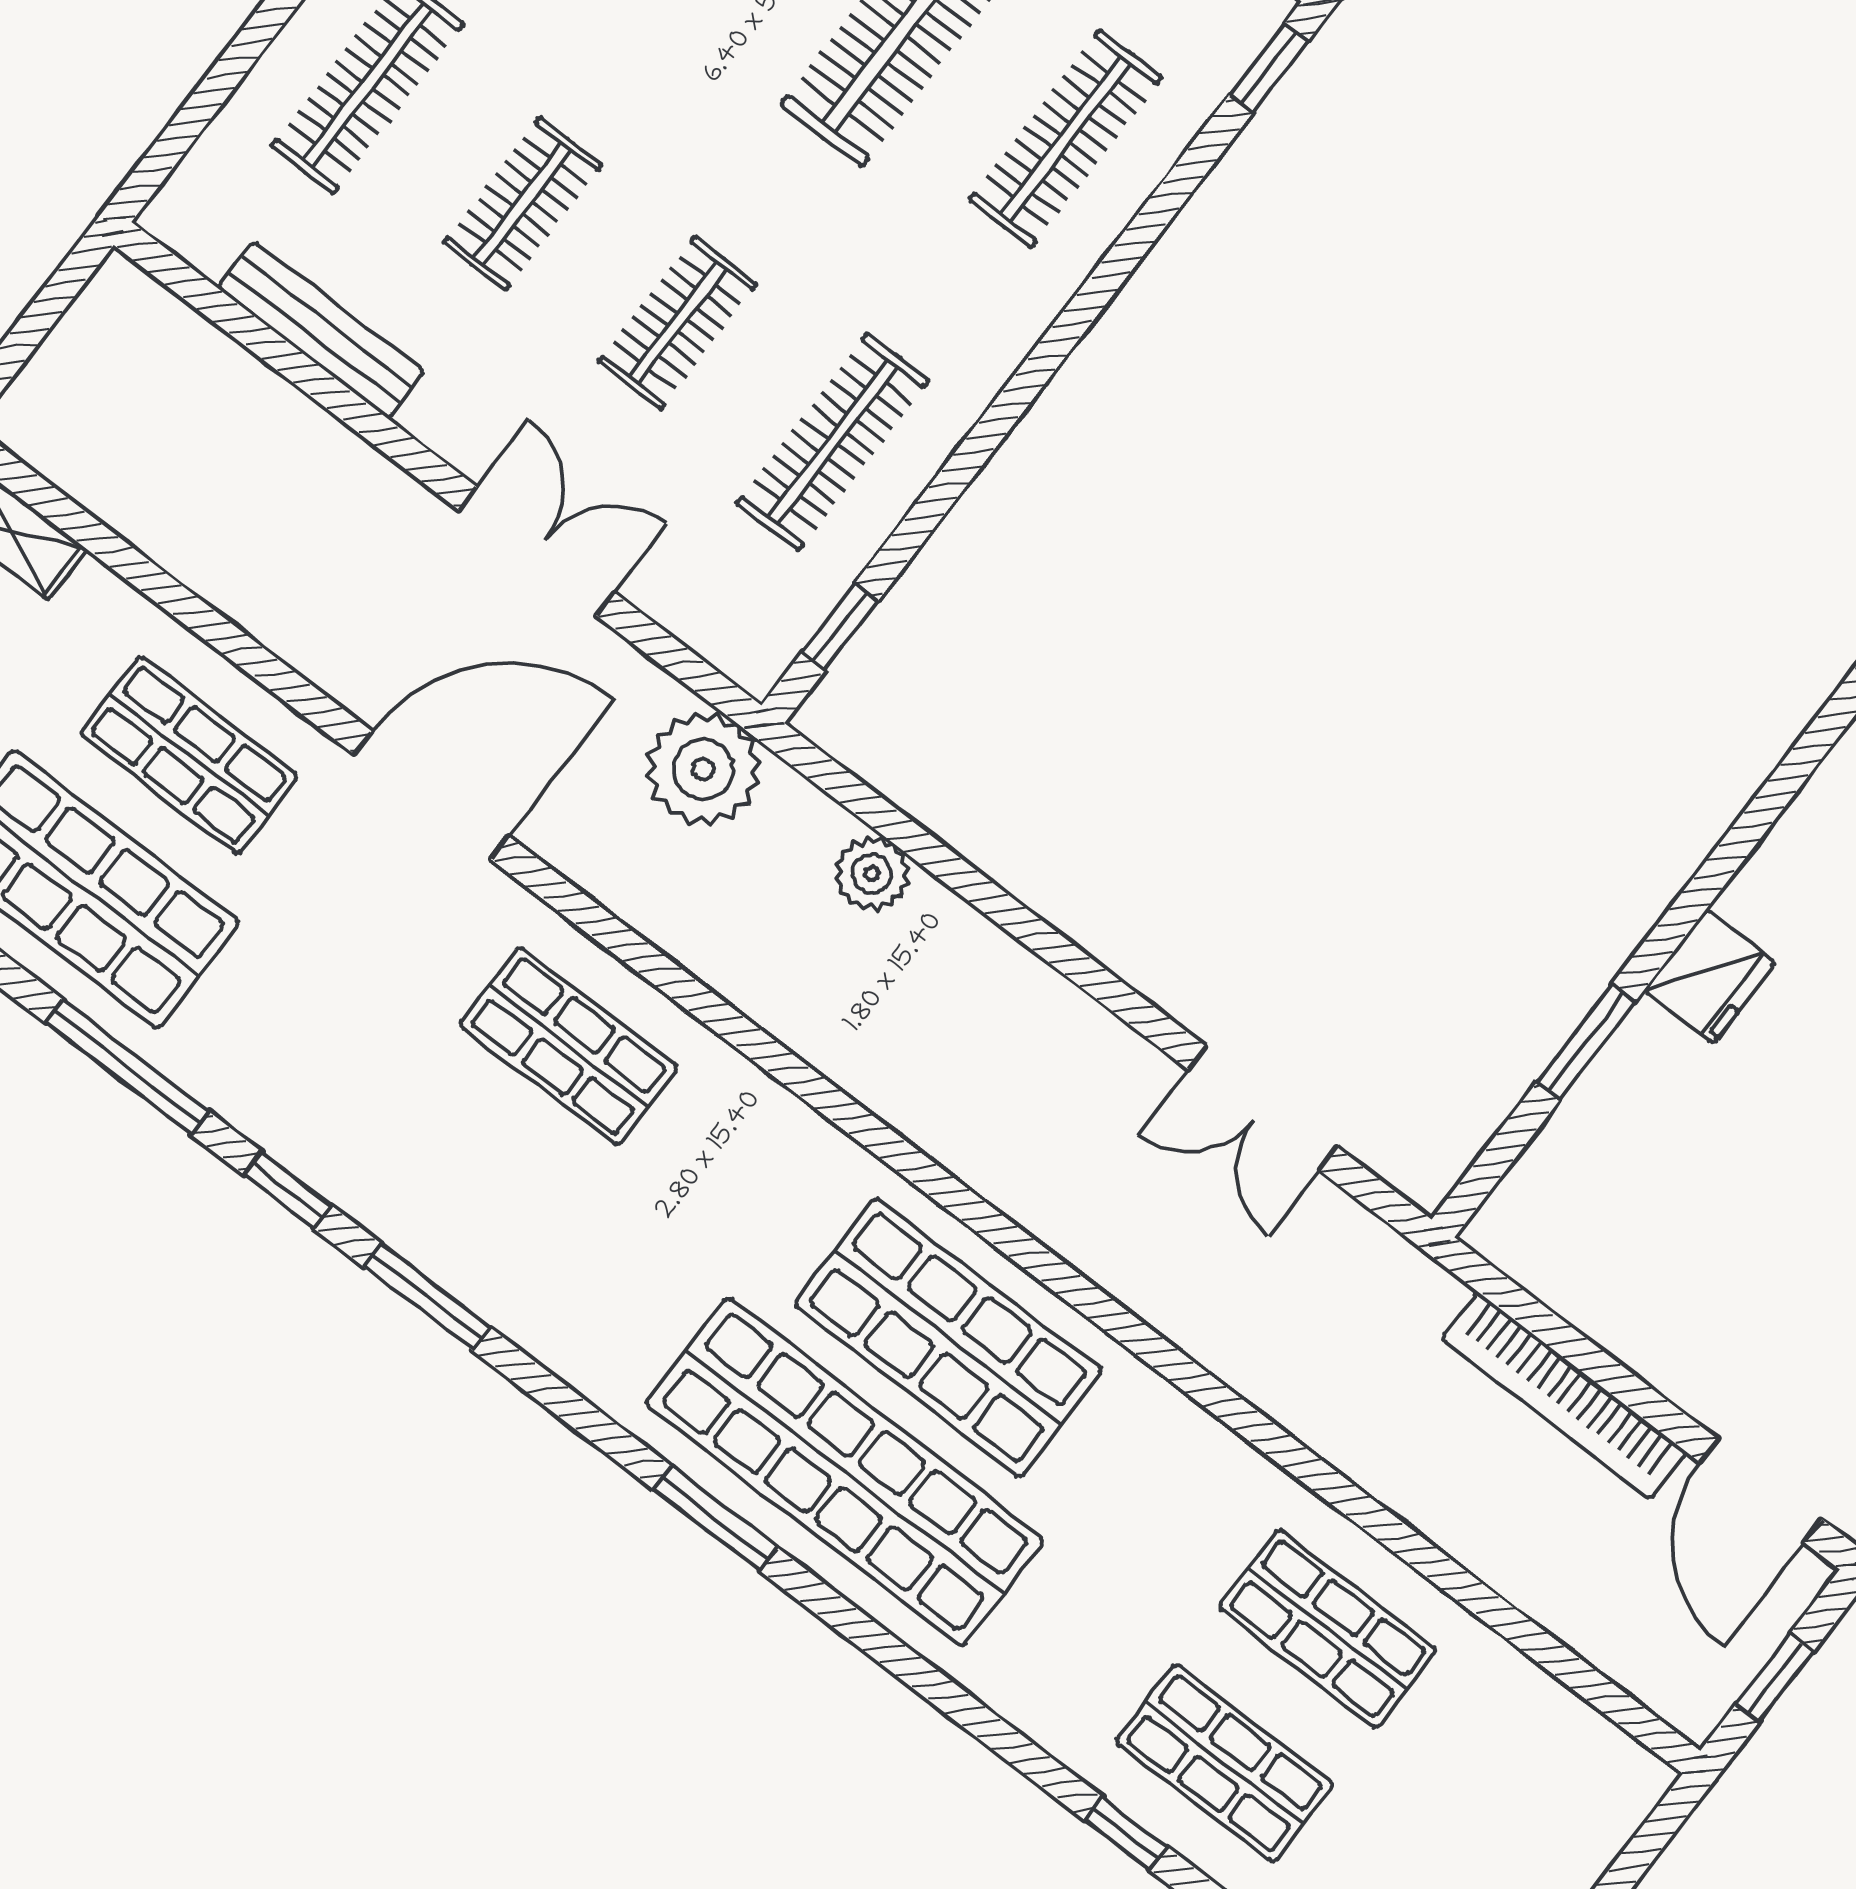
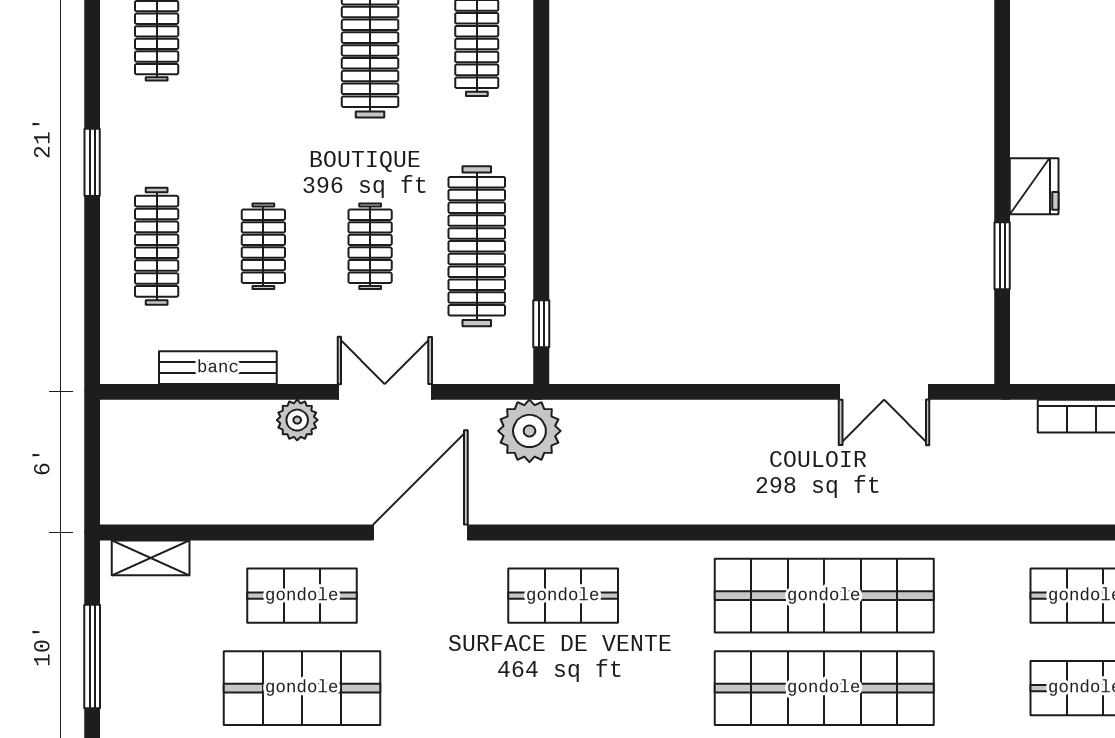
clothes rail: (833, 442) -> (477, 246), width x1.37, depth x1.31
plant: (872, 874) -> (297, 420), moved
shop shelf: (948, 1337) -> (824, 596), width x1.40

